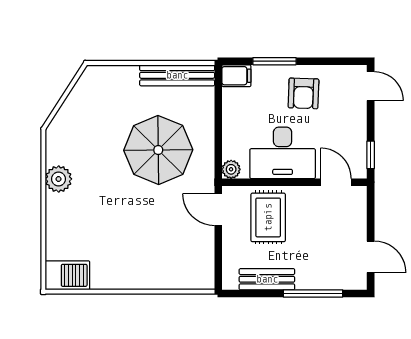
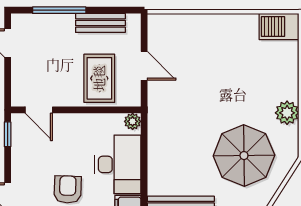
parasol: (158, 150) -> (244, 156), moved
desk: (283, 153) -> (118, 164), moved, turned 90
door: (218, 210) -> (144, 66), moved

